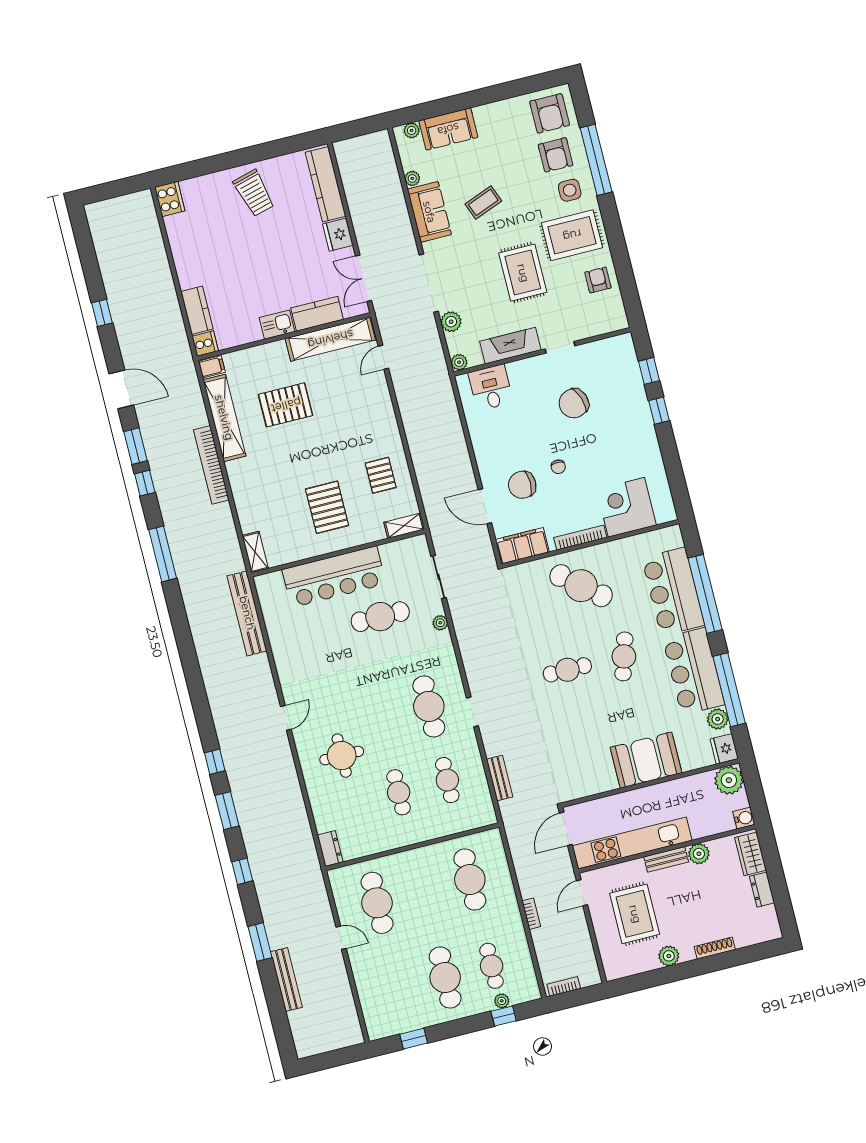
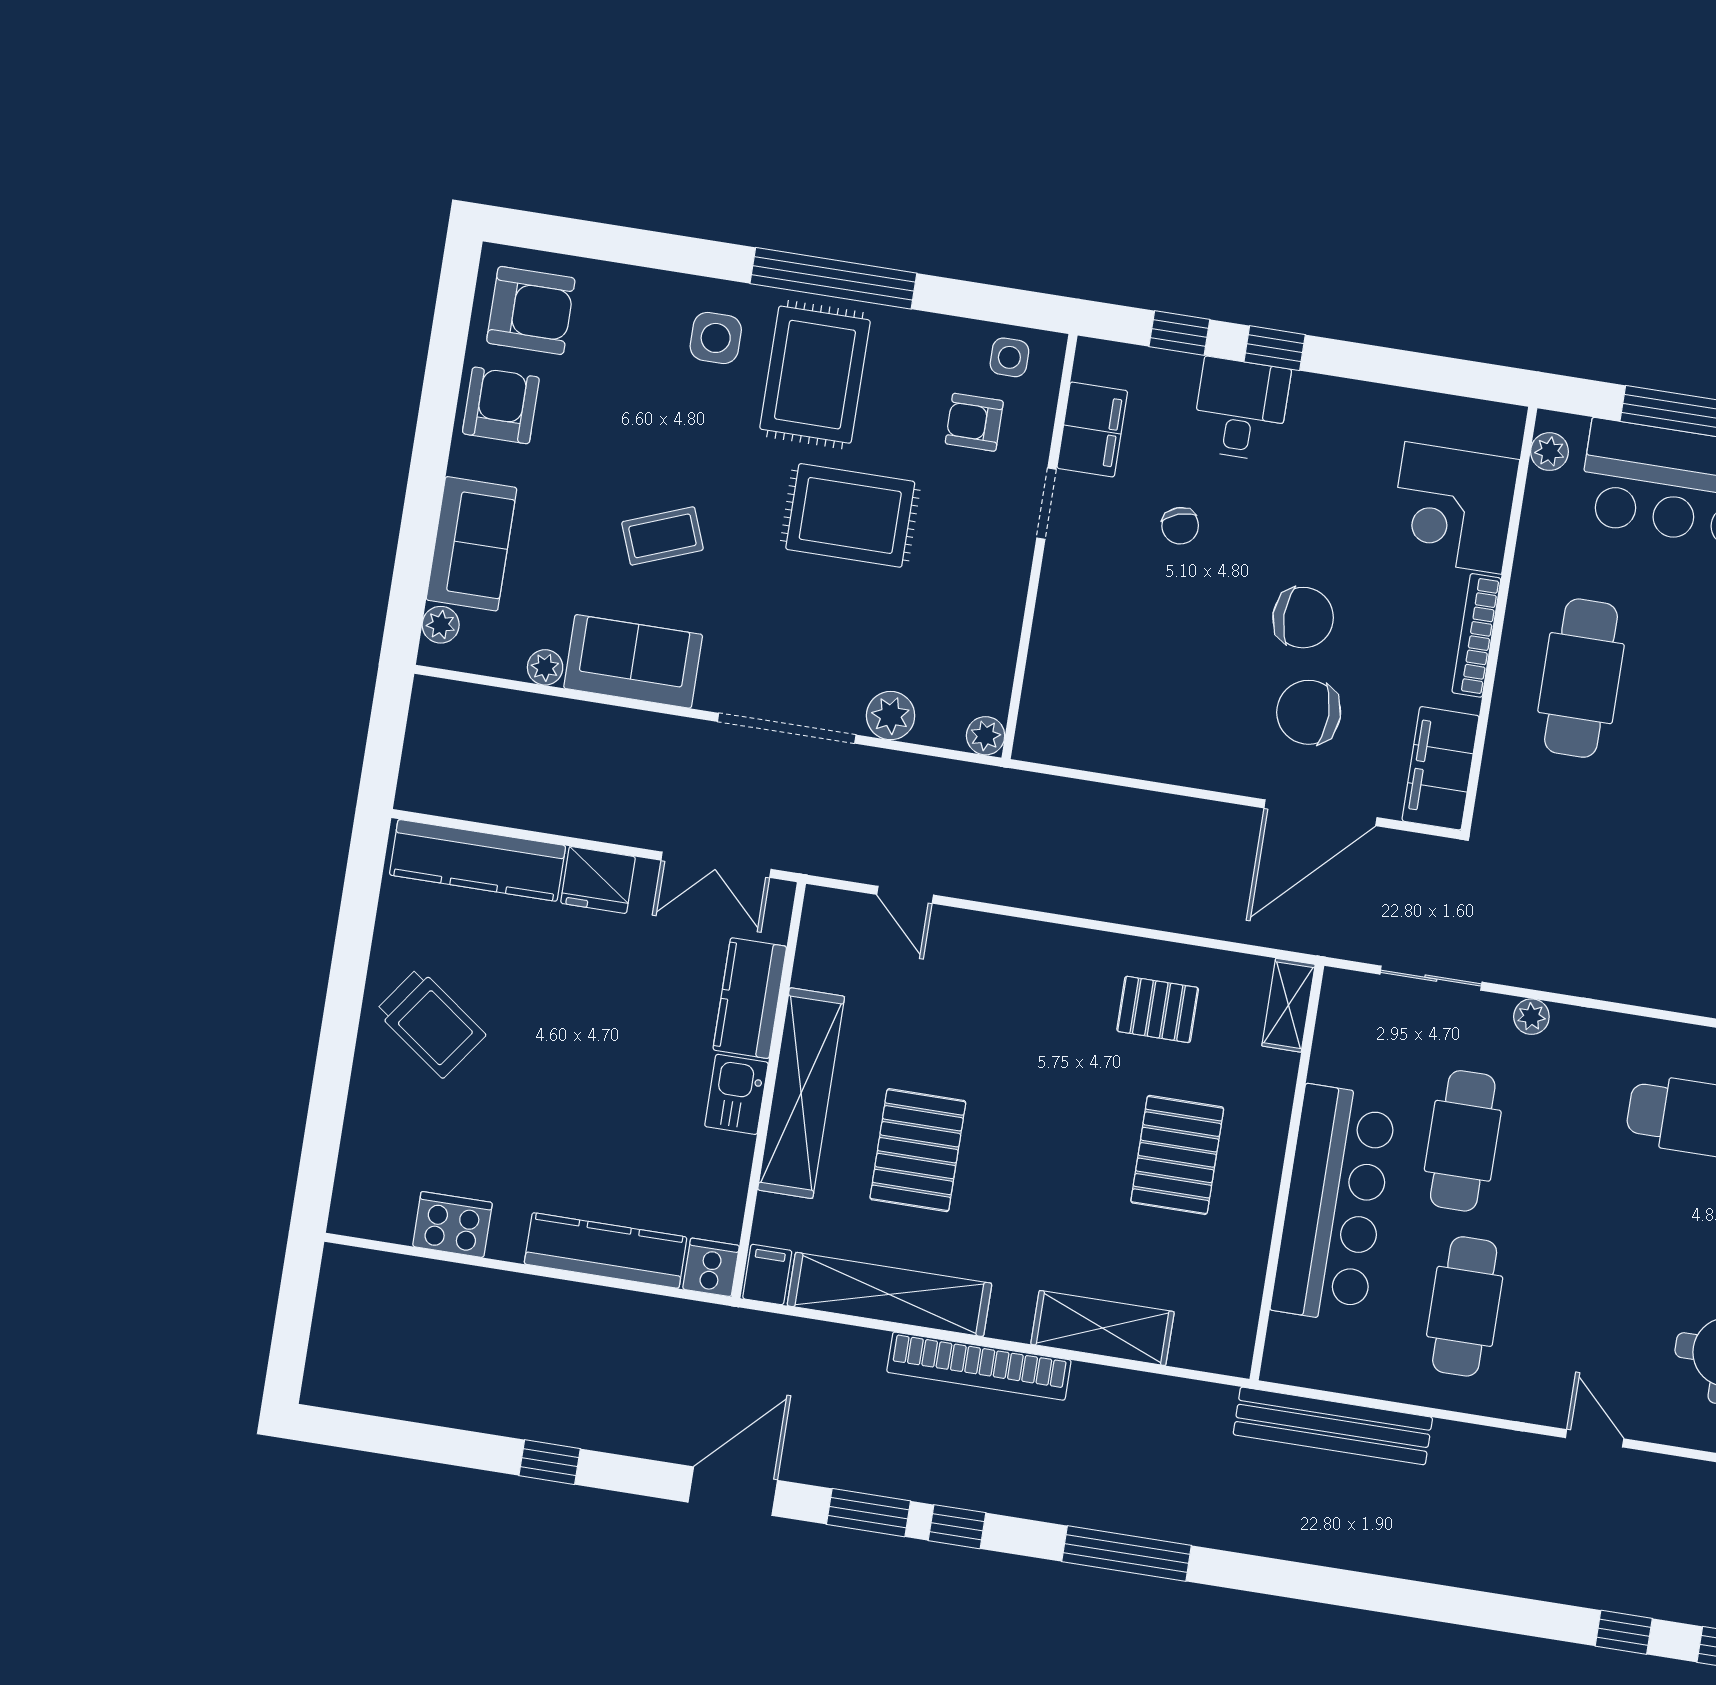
armchair: (556, 155) -> (501, 405), moved, turned -90
window: (596, 160) -> (833, 278), moved
trolley: (254, 193) -> (431, 1023), turned 51
cooker: (170, 199) -> (452, 1224), moved
coffee table: (483, 202) -> (662, 536), turned 90
armchair: (598, 280) -> (974, 422), moved
side table: (611, 308) -> (1009, 357), added
kitchen counter: (197, 310) -> (606, 1251), width x1.50
shelving: (330, 339) -> (801, 1093), moved
fireplace: (510, 346) -> (997, 610), removed
filing cabinet: (597, 353) -> (1092, 429), added
desk: (491, 388) -> (1241, 409), moved, turned 90
chair: (574, 403) -> (1180, 526), width x0.54, depth x0.54
chair: (558, 467) -> (1303, 618), width x1.87, depth x1.87
chair: (522, 485) -> (1309, 712), turned 90
door: (485, 506) -> (1320, 813), width x1.36
pallet: (327, 507) -> (1177, 1155), turned 90
plant: (664, 536) -> (1550, 452), added
shelving: (255, 552) -> (1102, 1328), moved, width x1.50, depth x1.33
cafe table: (581, 586) -> (1581, 678), turned -40
cafe table: (316, 645) -> (1465, 1306), added

